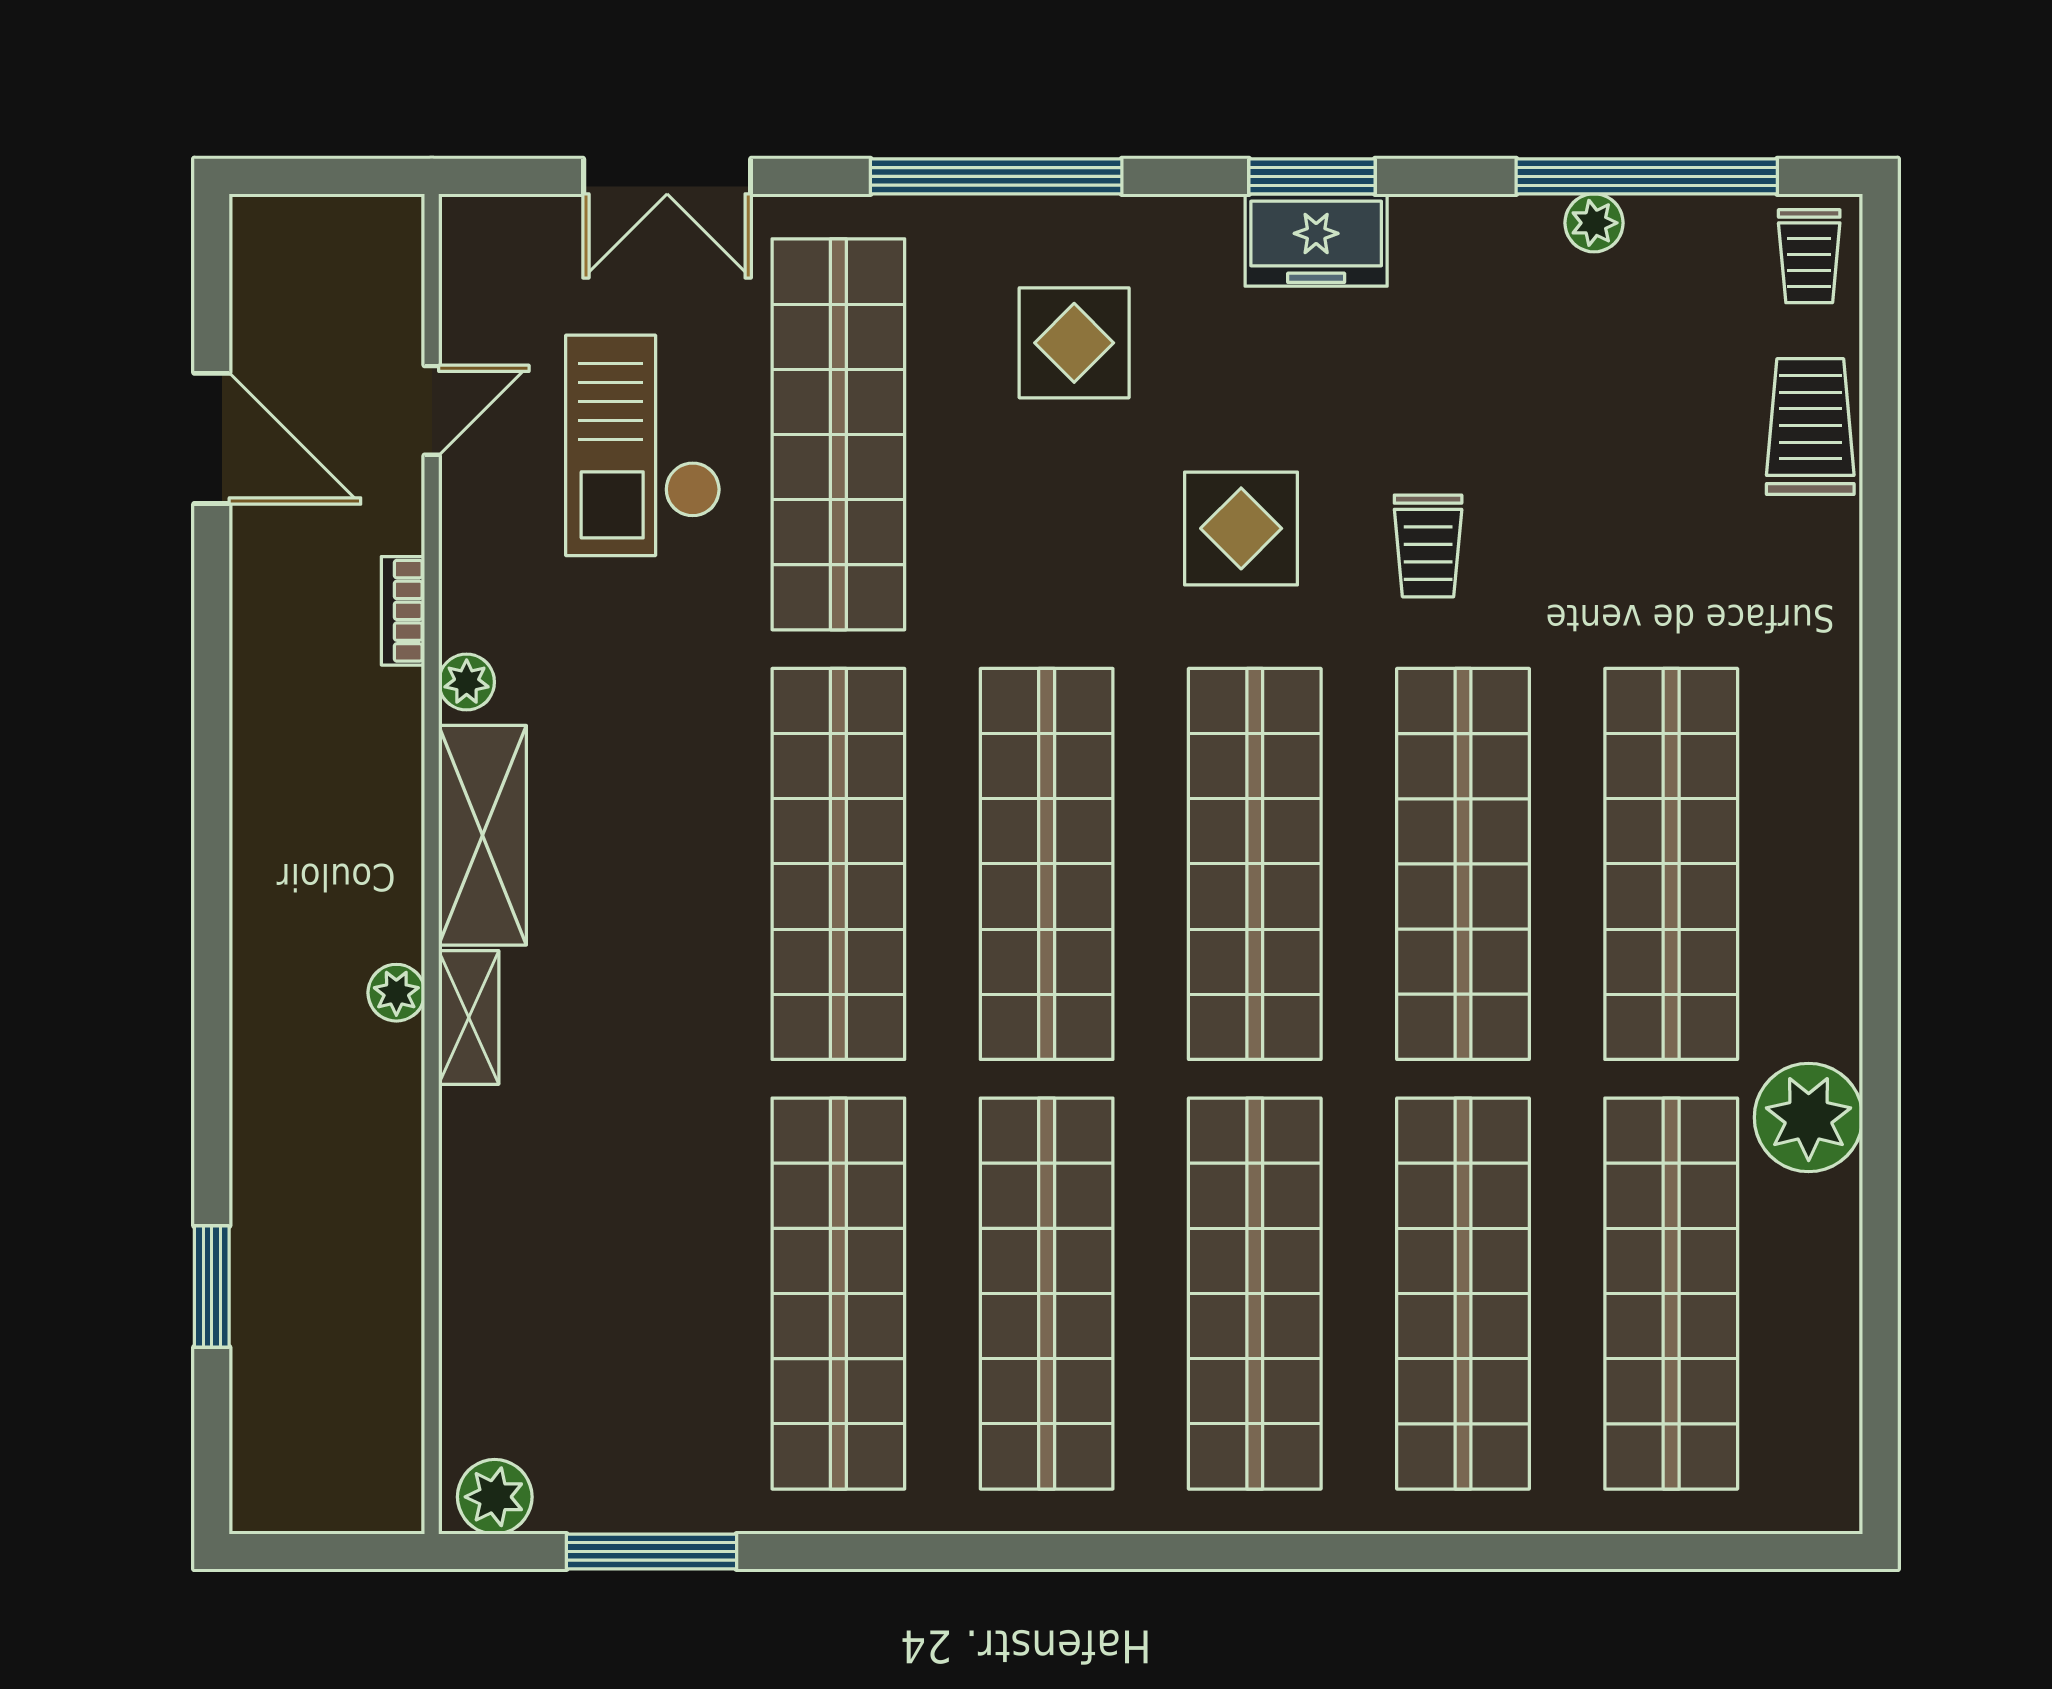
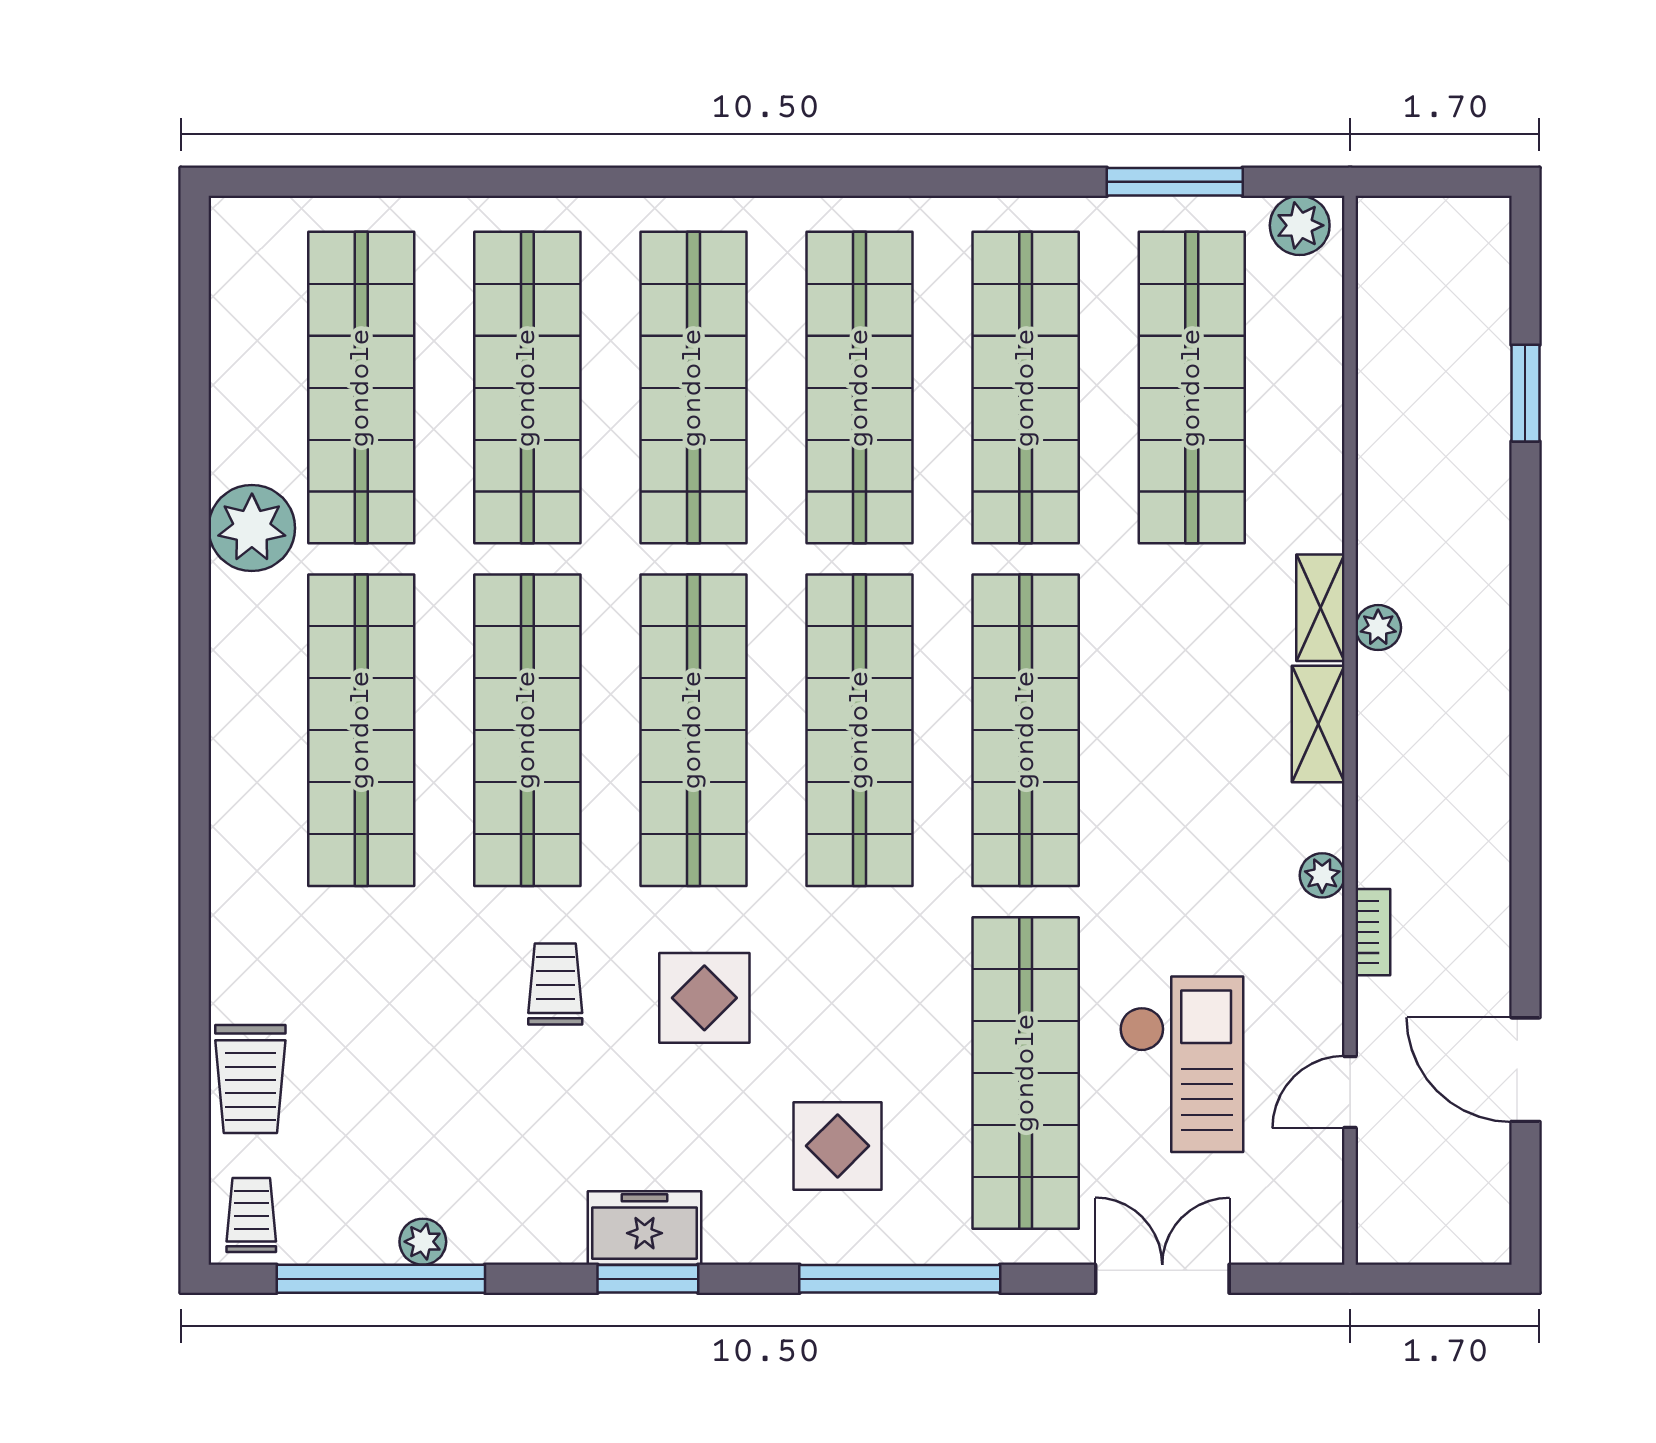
shelving: (483, 835) -> (1318, 724), width x0.67, depth x0.75
shop shelf: (630, 1294) -> (1192, 388), added

